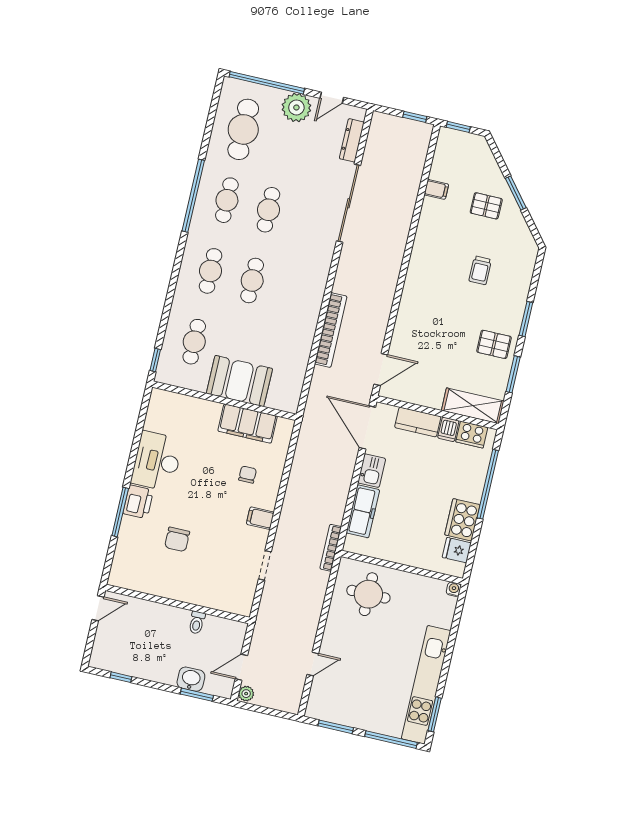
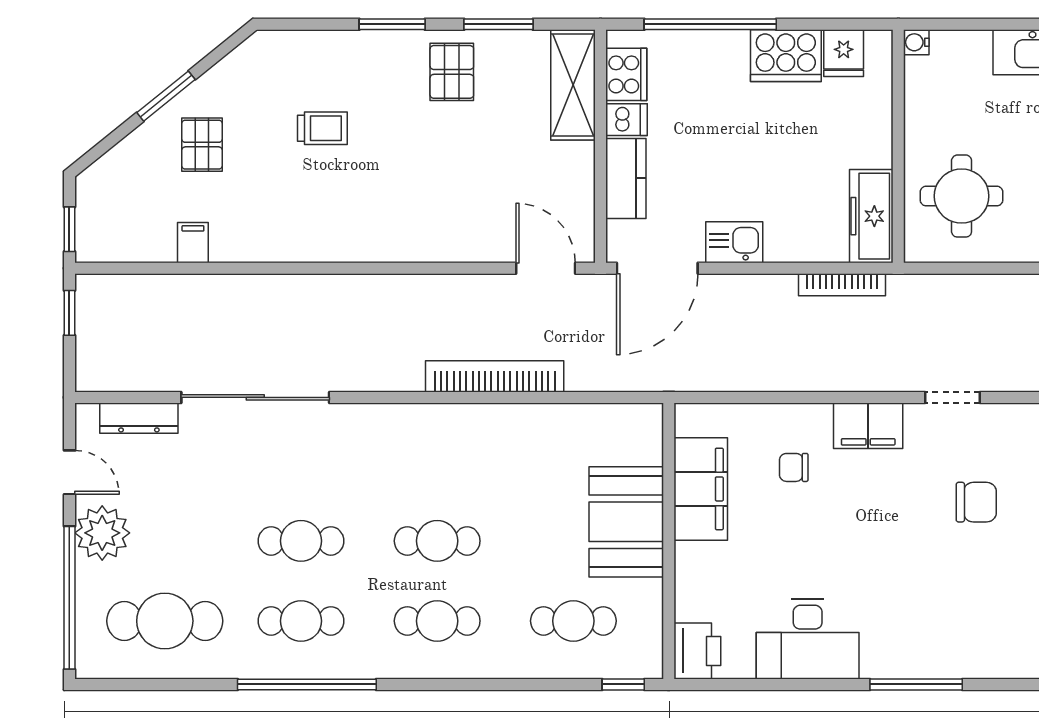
printer: (138, 502) -> (697, 651), moved, turned 90
freezer: (363, 511) -> (871, 216), moved, turned -90
filing cabinet: (260, 518) -> (868, 426), width x2.00
chair: (177, 539) -> (976, 502), moved
bookcase: (331, 548) -> (842, 285), moved

